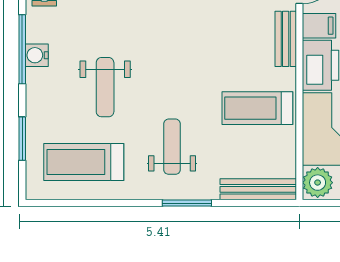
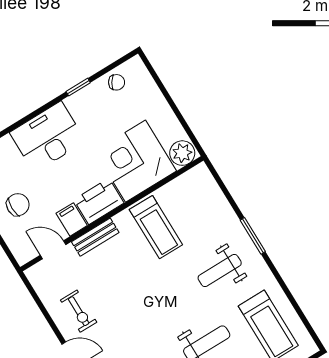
bench: (258, 189) -> (212, 192), removed

